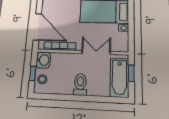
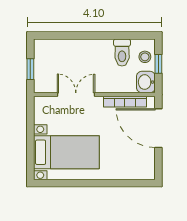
double door: (96, 53) -> (76, 95), swing flipped
bathtub: (120, 78) -> (45, 63), removed
toilet: (80, 84) -> (122, 52), moved

